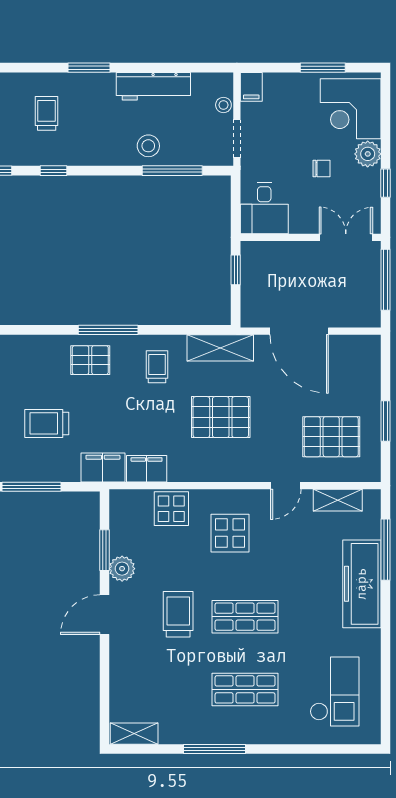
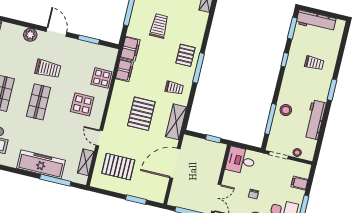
filing cabinet: (251, 87) -> (299, 183), moved
window: (386, 421) -> (136, 200), moved
pallet: (331, 437) -> (118, 167), turned 90
plant: (122, 569) -> (30, 35), moved

